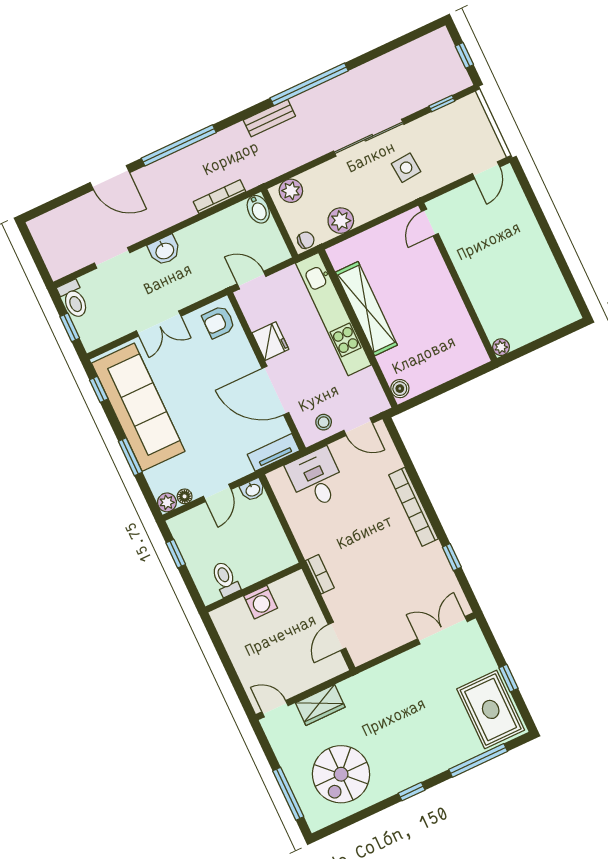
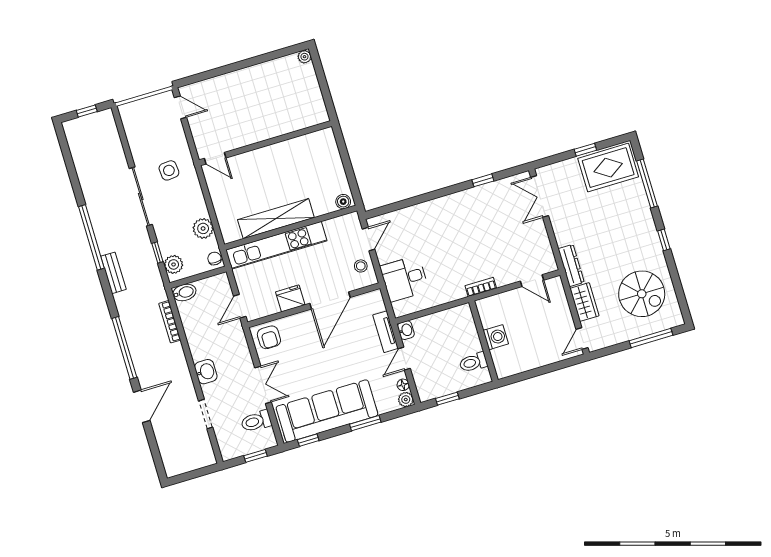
window: (442, 104) -> (157, 252), moved
toilet: (74, 299) -> (256, 421), moved, turned 180
plant: (501, 347) -> (304, 57), moved
tv unit: (274, 452) -> (386, 332), moved
door: (217, 493) -> (404, 359), swing flipped
bookcase: (413, 507) -> (438, 205), removed
dresser: (363, 682) -> (571, 266), added

